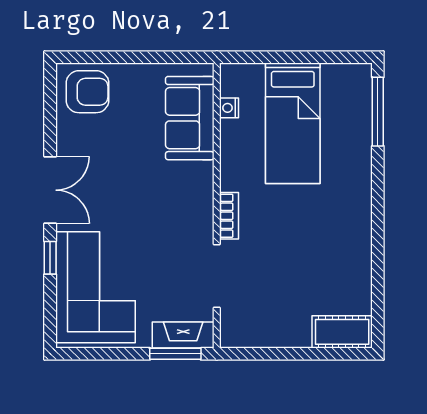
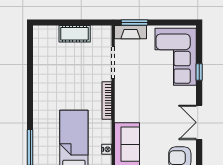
double door: (50, 190) -> (199, 122), moved
bookcase: (229, 216) -> (107, 100), width x1.56
cot: (342, 332) -> (75, 34), moved

